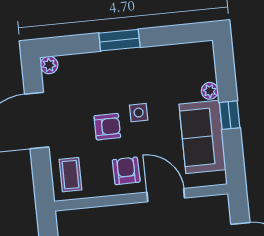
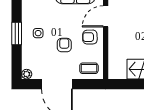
side table: (139, 113) -> (38, 33), moved

